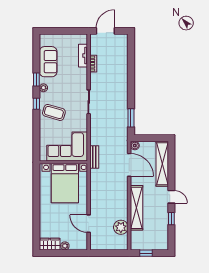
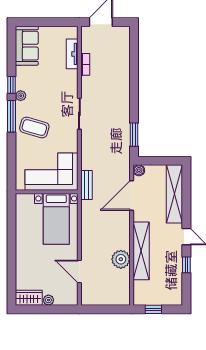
sofa: (48, 62) -> (27, 46), moved
window: (36, 104) -> (12, 116), width x2.17
door: (129, 165) -> (132, 195), swing flipped
bed with nightstands: (65, 183) -> (56, 219), width x0.73
plant: (121, 227) -> (121, 259), moved

